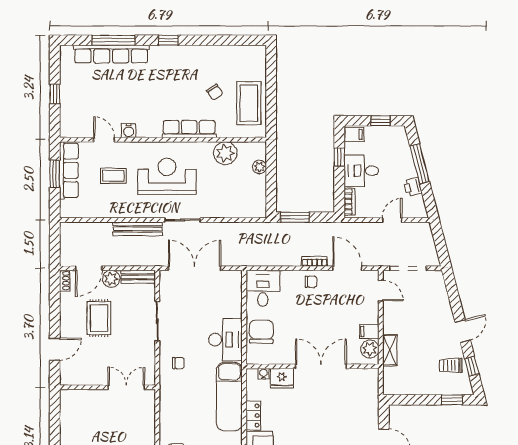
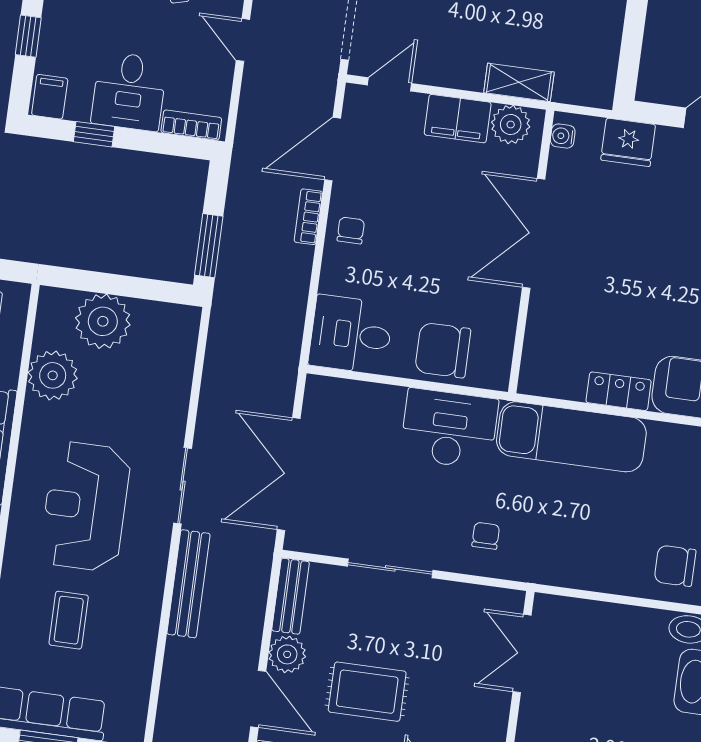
plant: (259, 167) -> (103, 321), width x1.88, depth x1.88
filing cabinet: (369, 331) -> (458, 119), width x2.00
water cooler: (263, 374) -> (563, 136), moved
fridge: (282, 378) -> (628, 142), moved, turned 90

